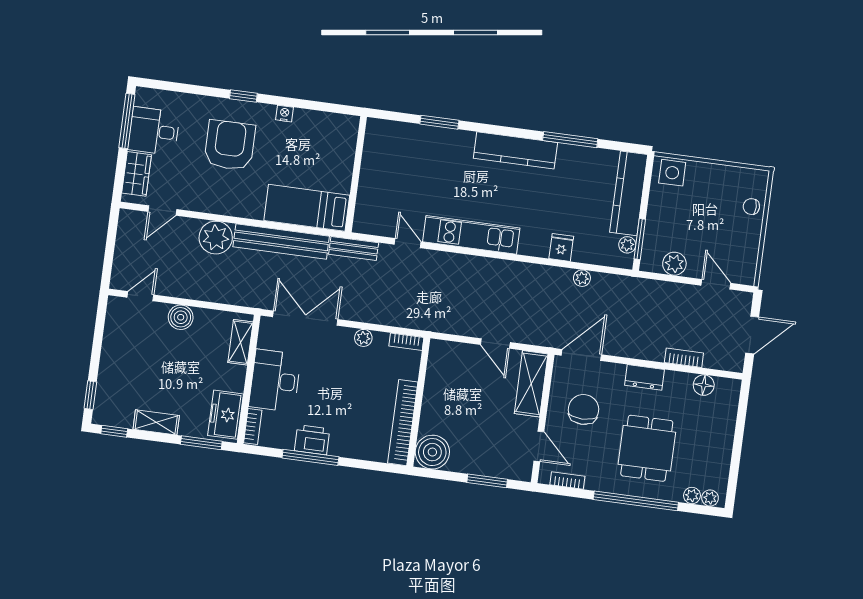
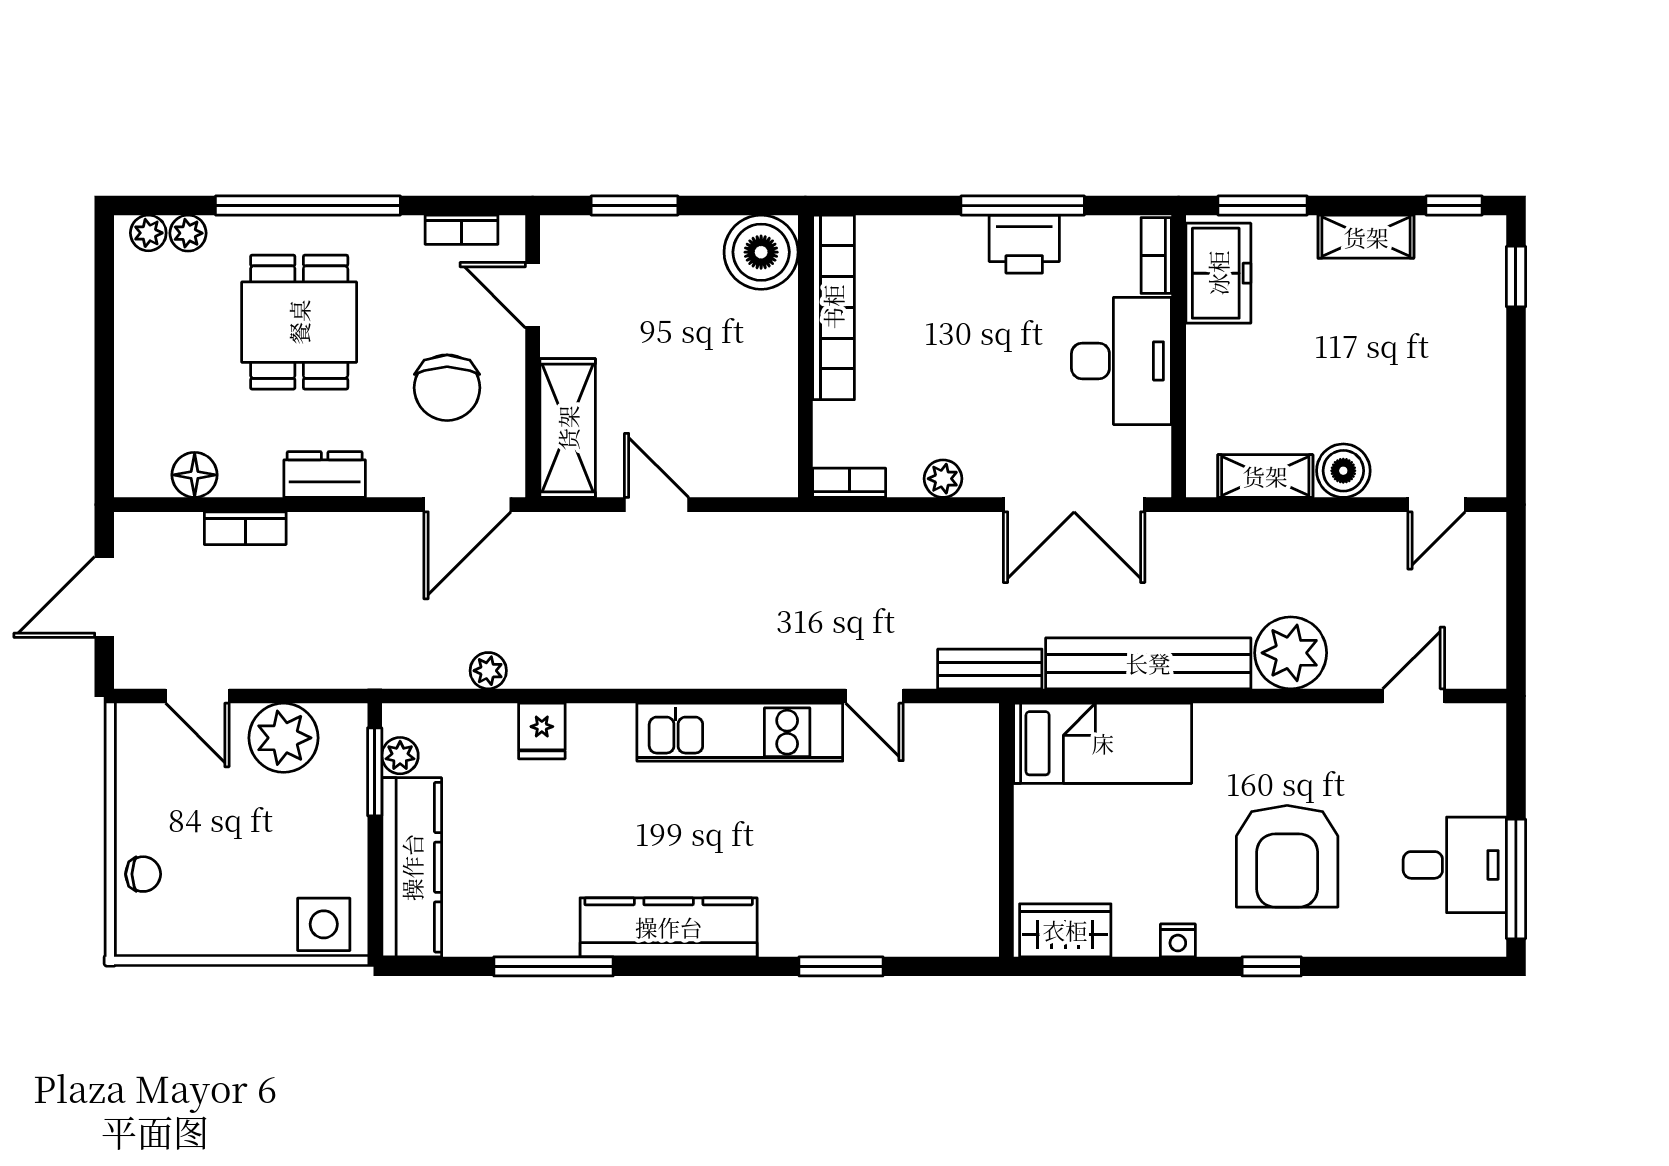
wardrobe: (137, 174) -> (1065, 930), moved, turned 90
plant: (674, 264) -> (284, 738), width x1.36, depth x1.36
shelving: (240, 342) -> (1265, 476), moved, turned 90

